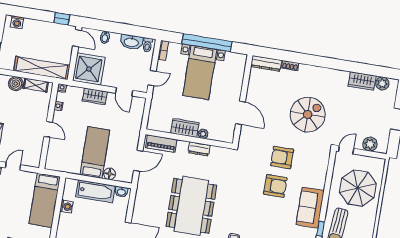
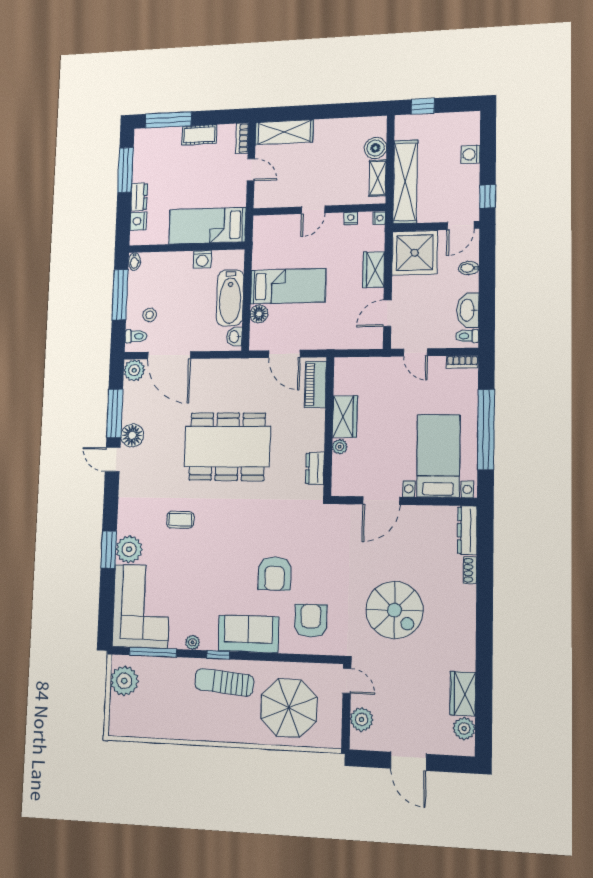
washing machine: (17, 22) -> (471, 154), moved
bed with nightstands: (200, 72) -> (438, 456), moved, turned 90
dresser: (199, 149) -> (315, 468), moved
armchair: (282, 157) -> (311, 621), moved

